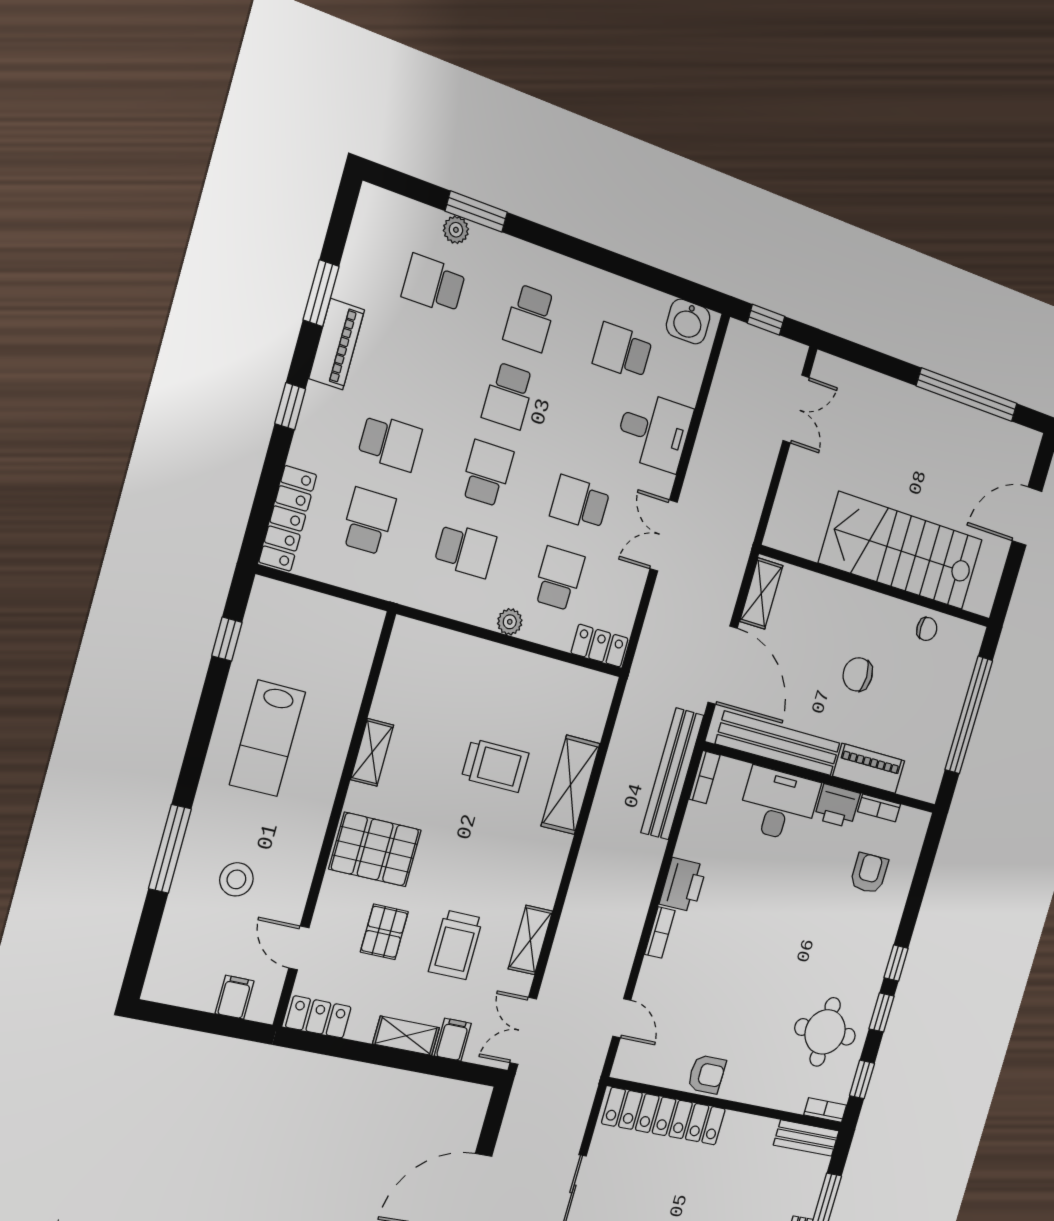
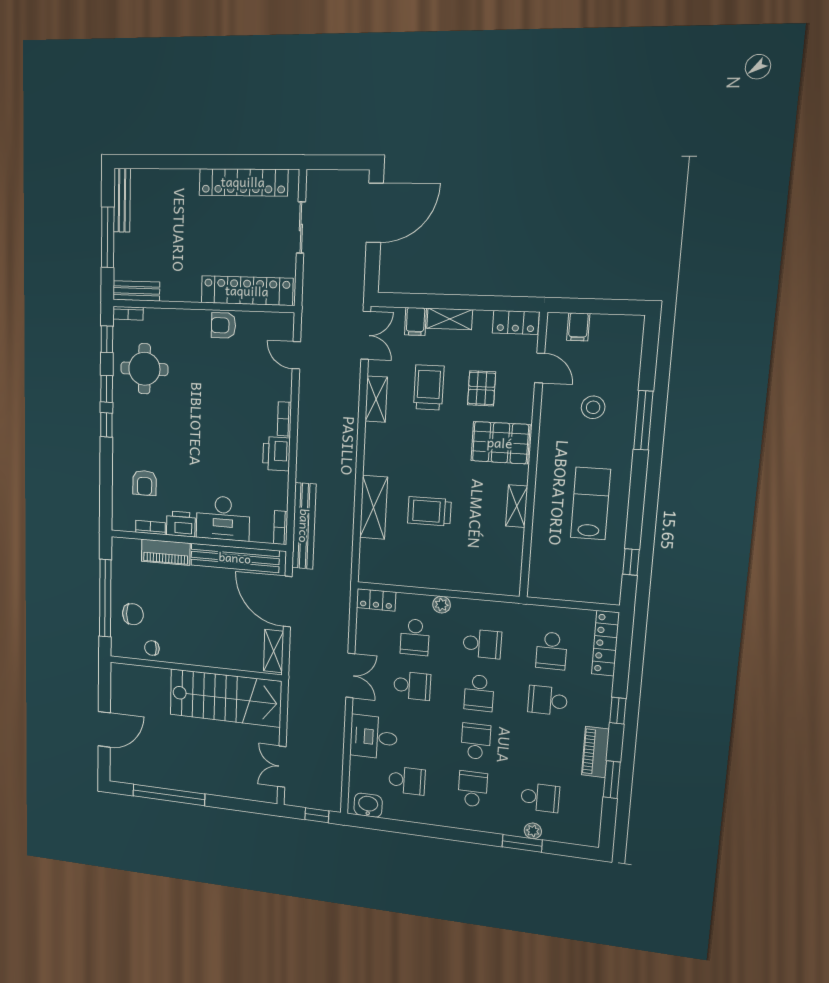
school desk: (465, 550) -> (482, 644), turned 180
stairs: (901, 551) -> (225, 698), moved
chair: (858, 674) -> (133, 614), moved

